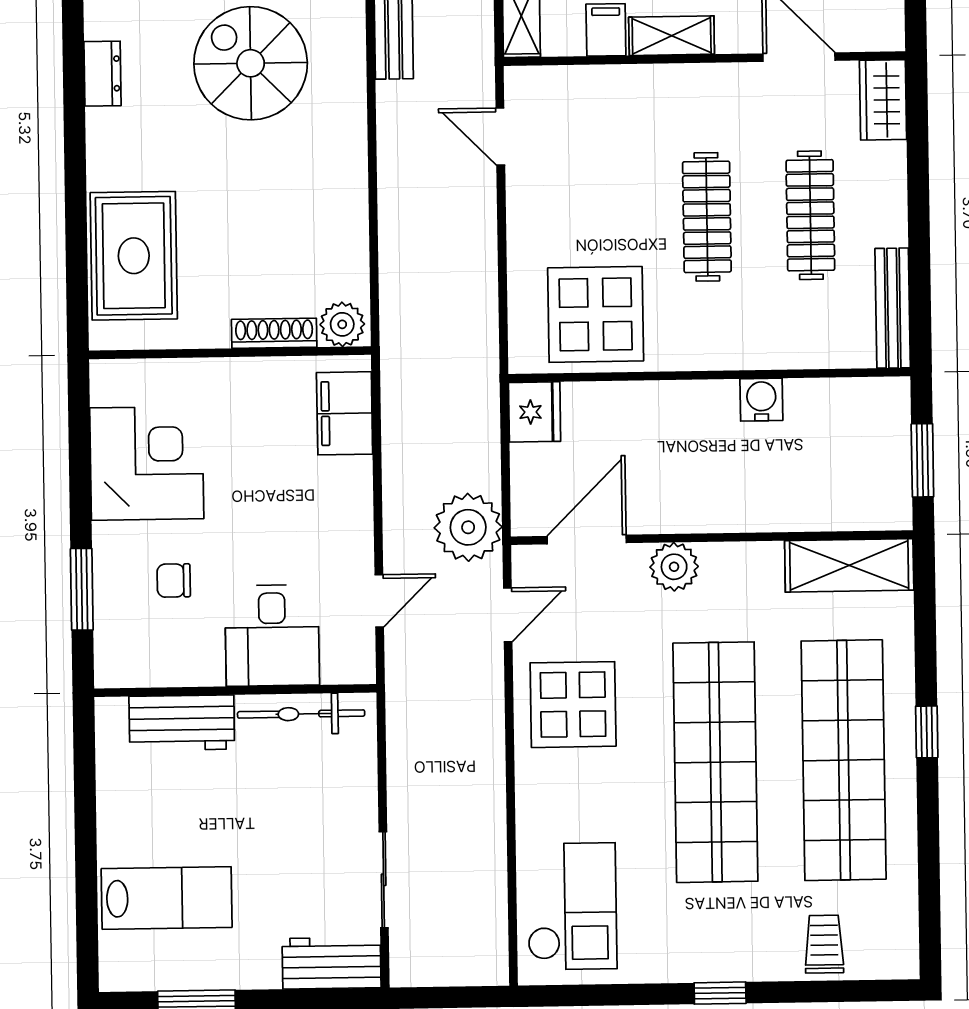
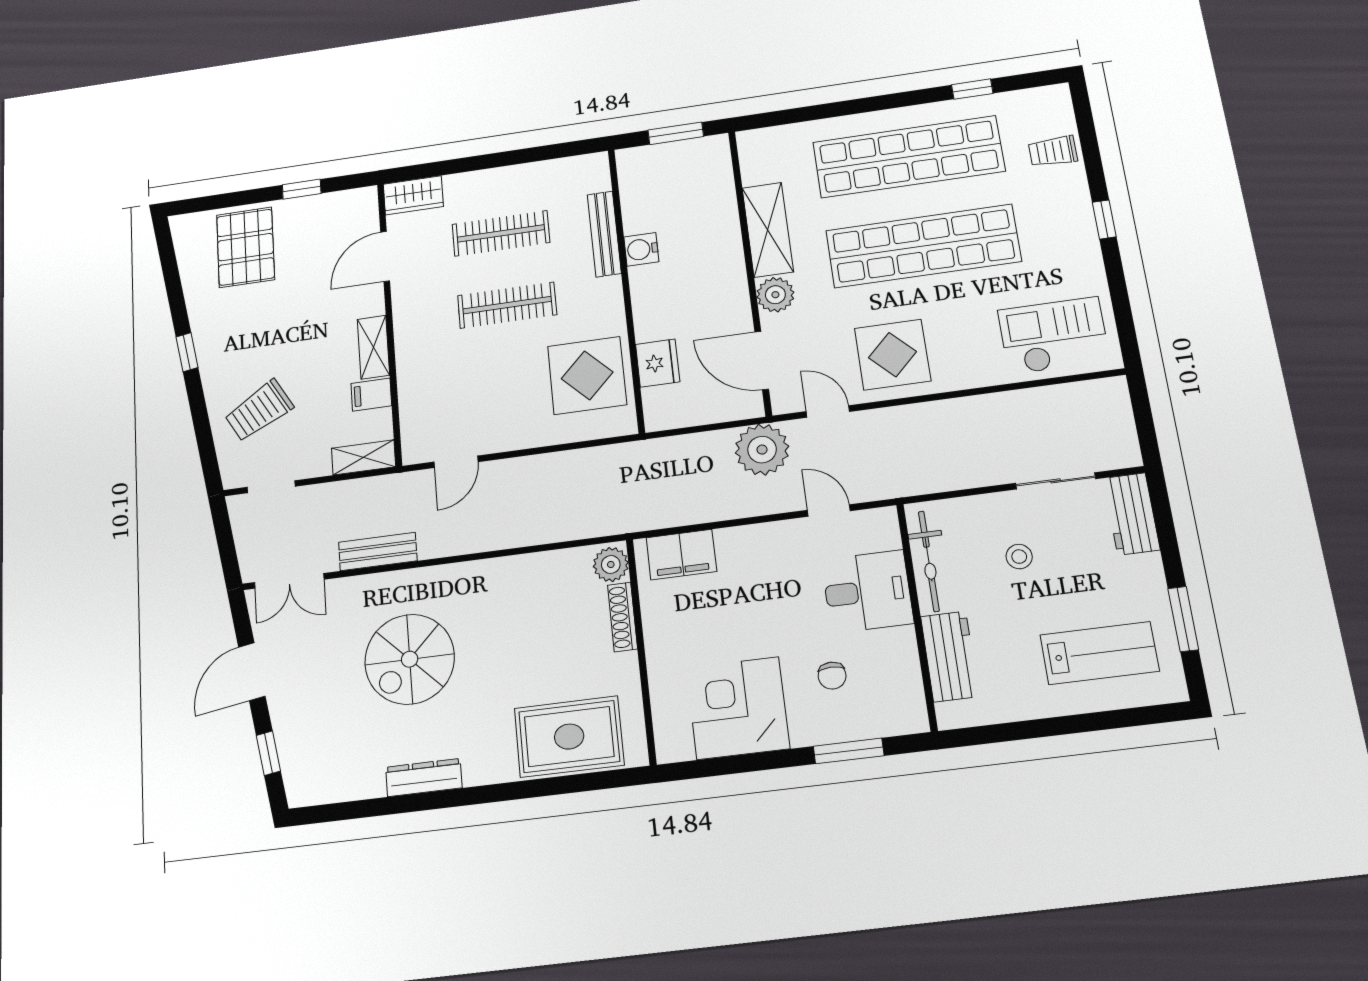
dresser: (103, 74) -> (424, 778), width x1.44
bench: (893, 308) -> (604, 234), moved, turned 90
fridge: (535, 412) -> (658, 363), moved, turned 90
shelving: (849, 565) -> (768, 230), moved
window: (927, 732) -> (972, 89), moved
stool: (294, 822) -> (1019, 557), added
lab bench: (167, 898) -> (1099, 653), turned 90

